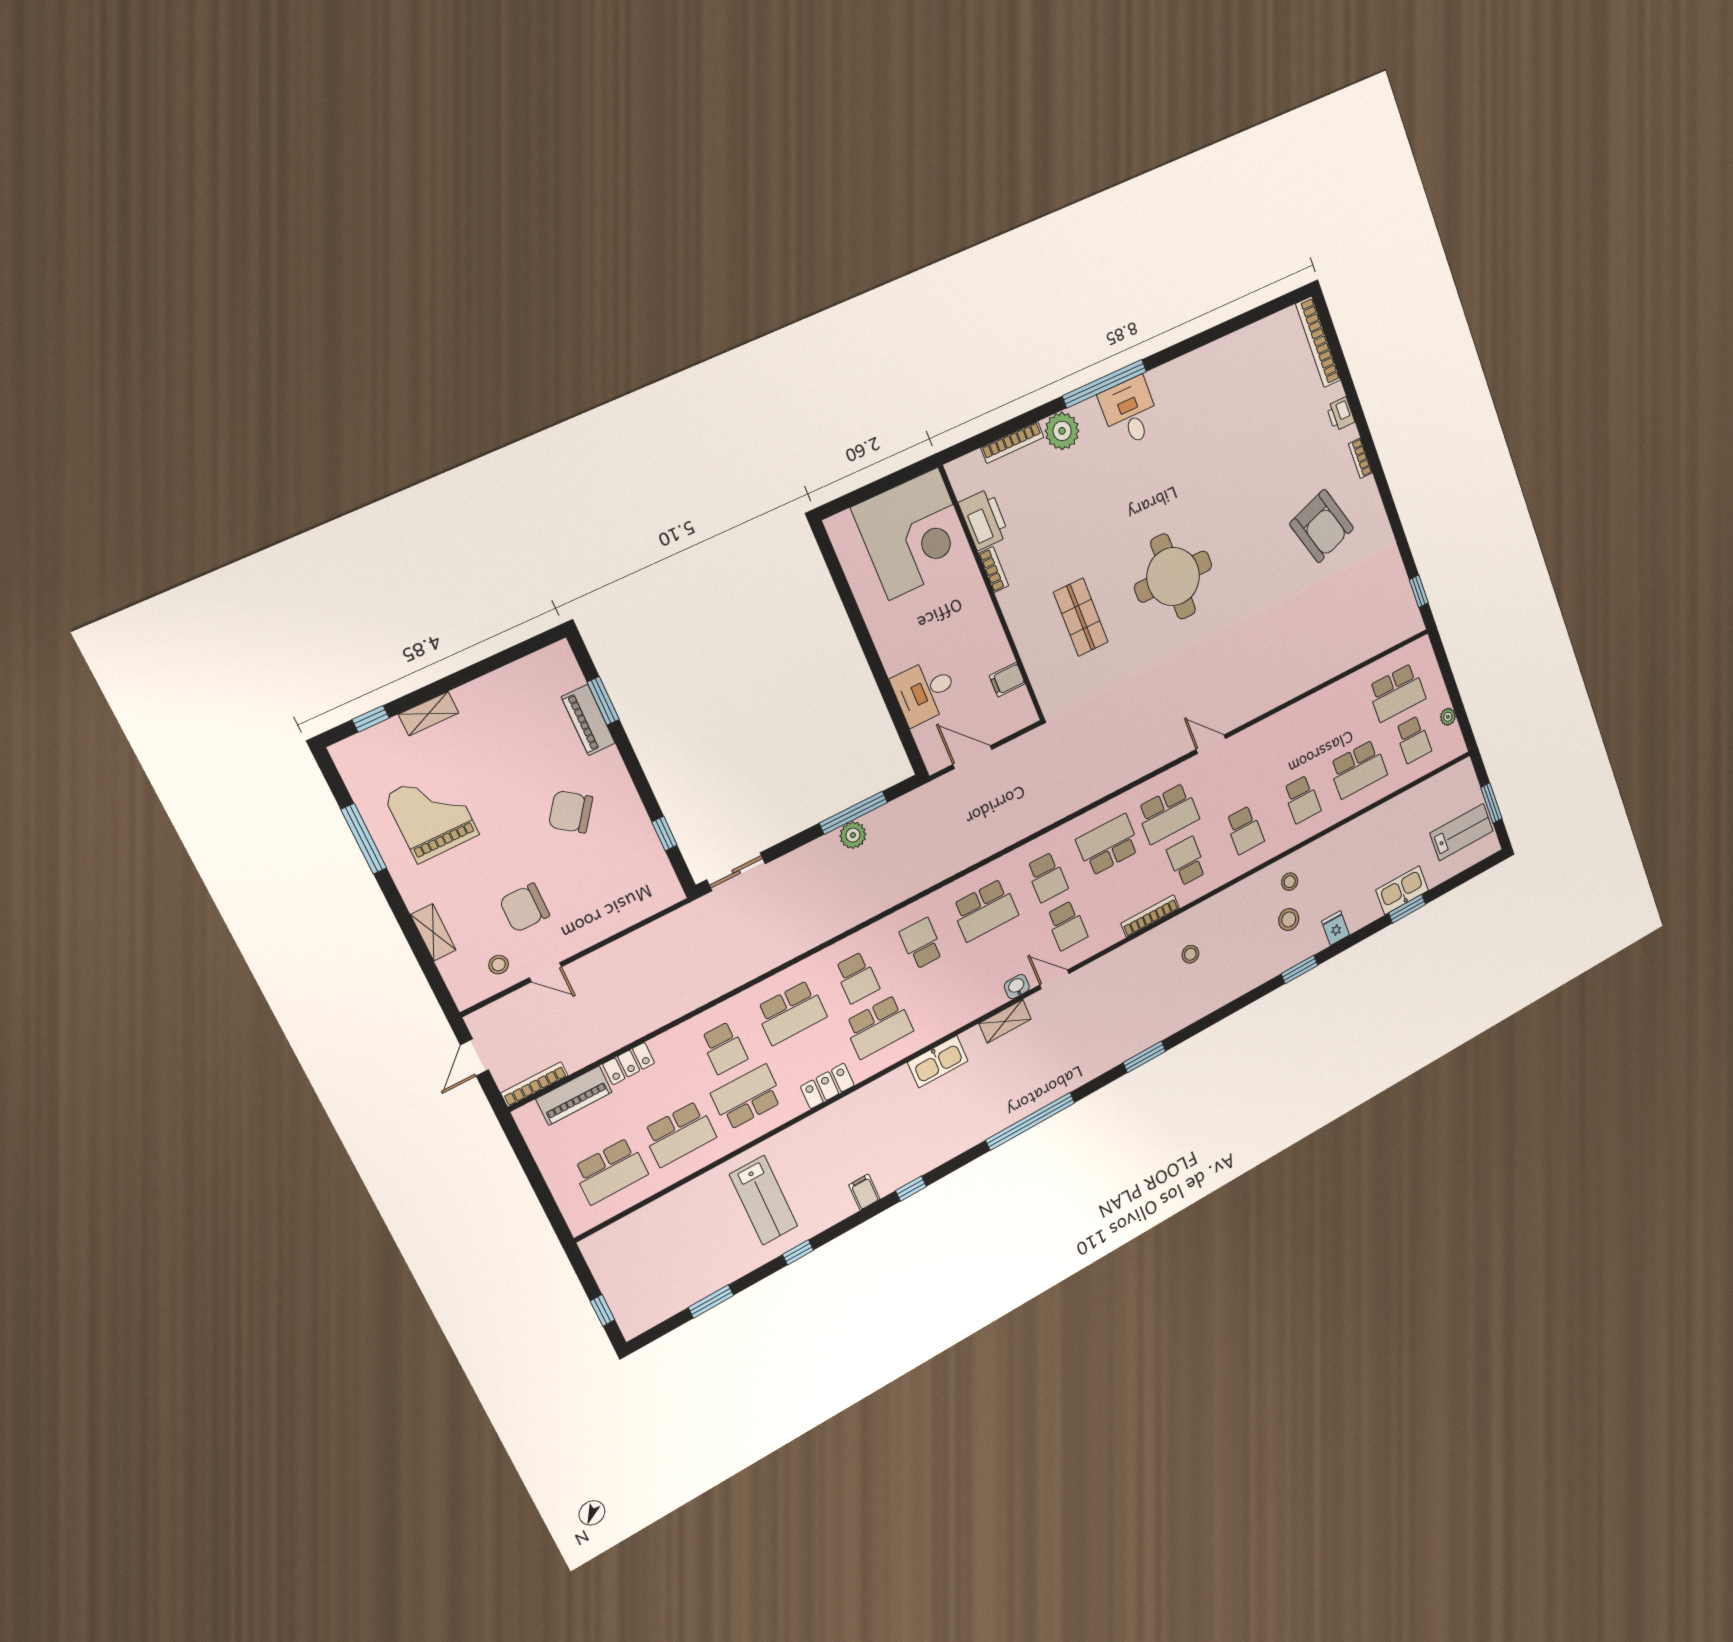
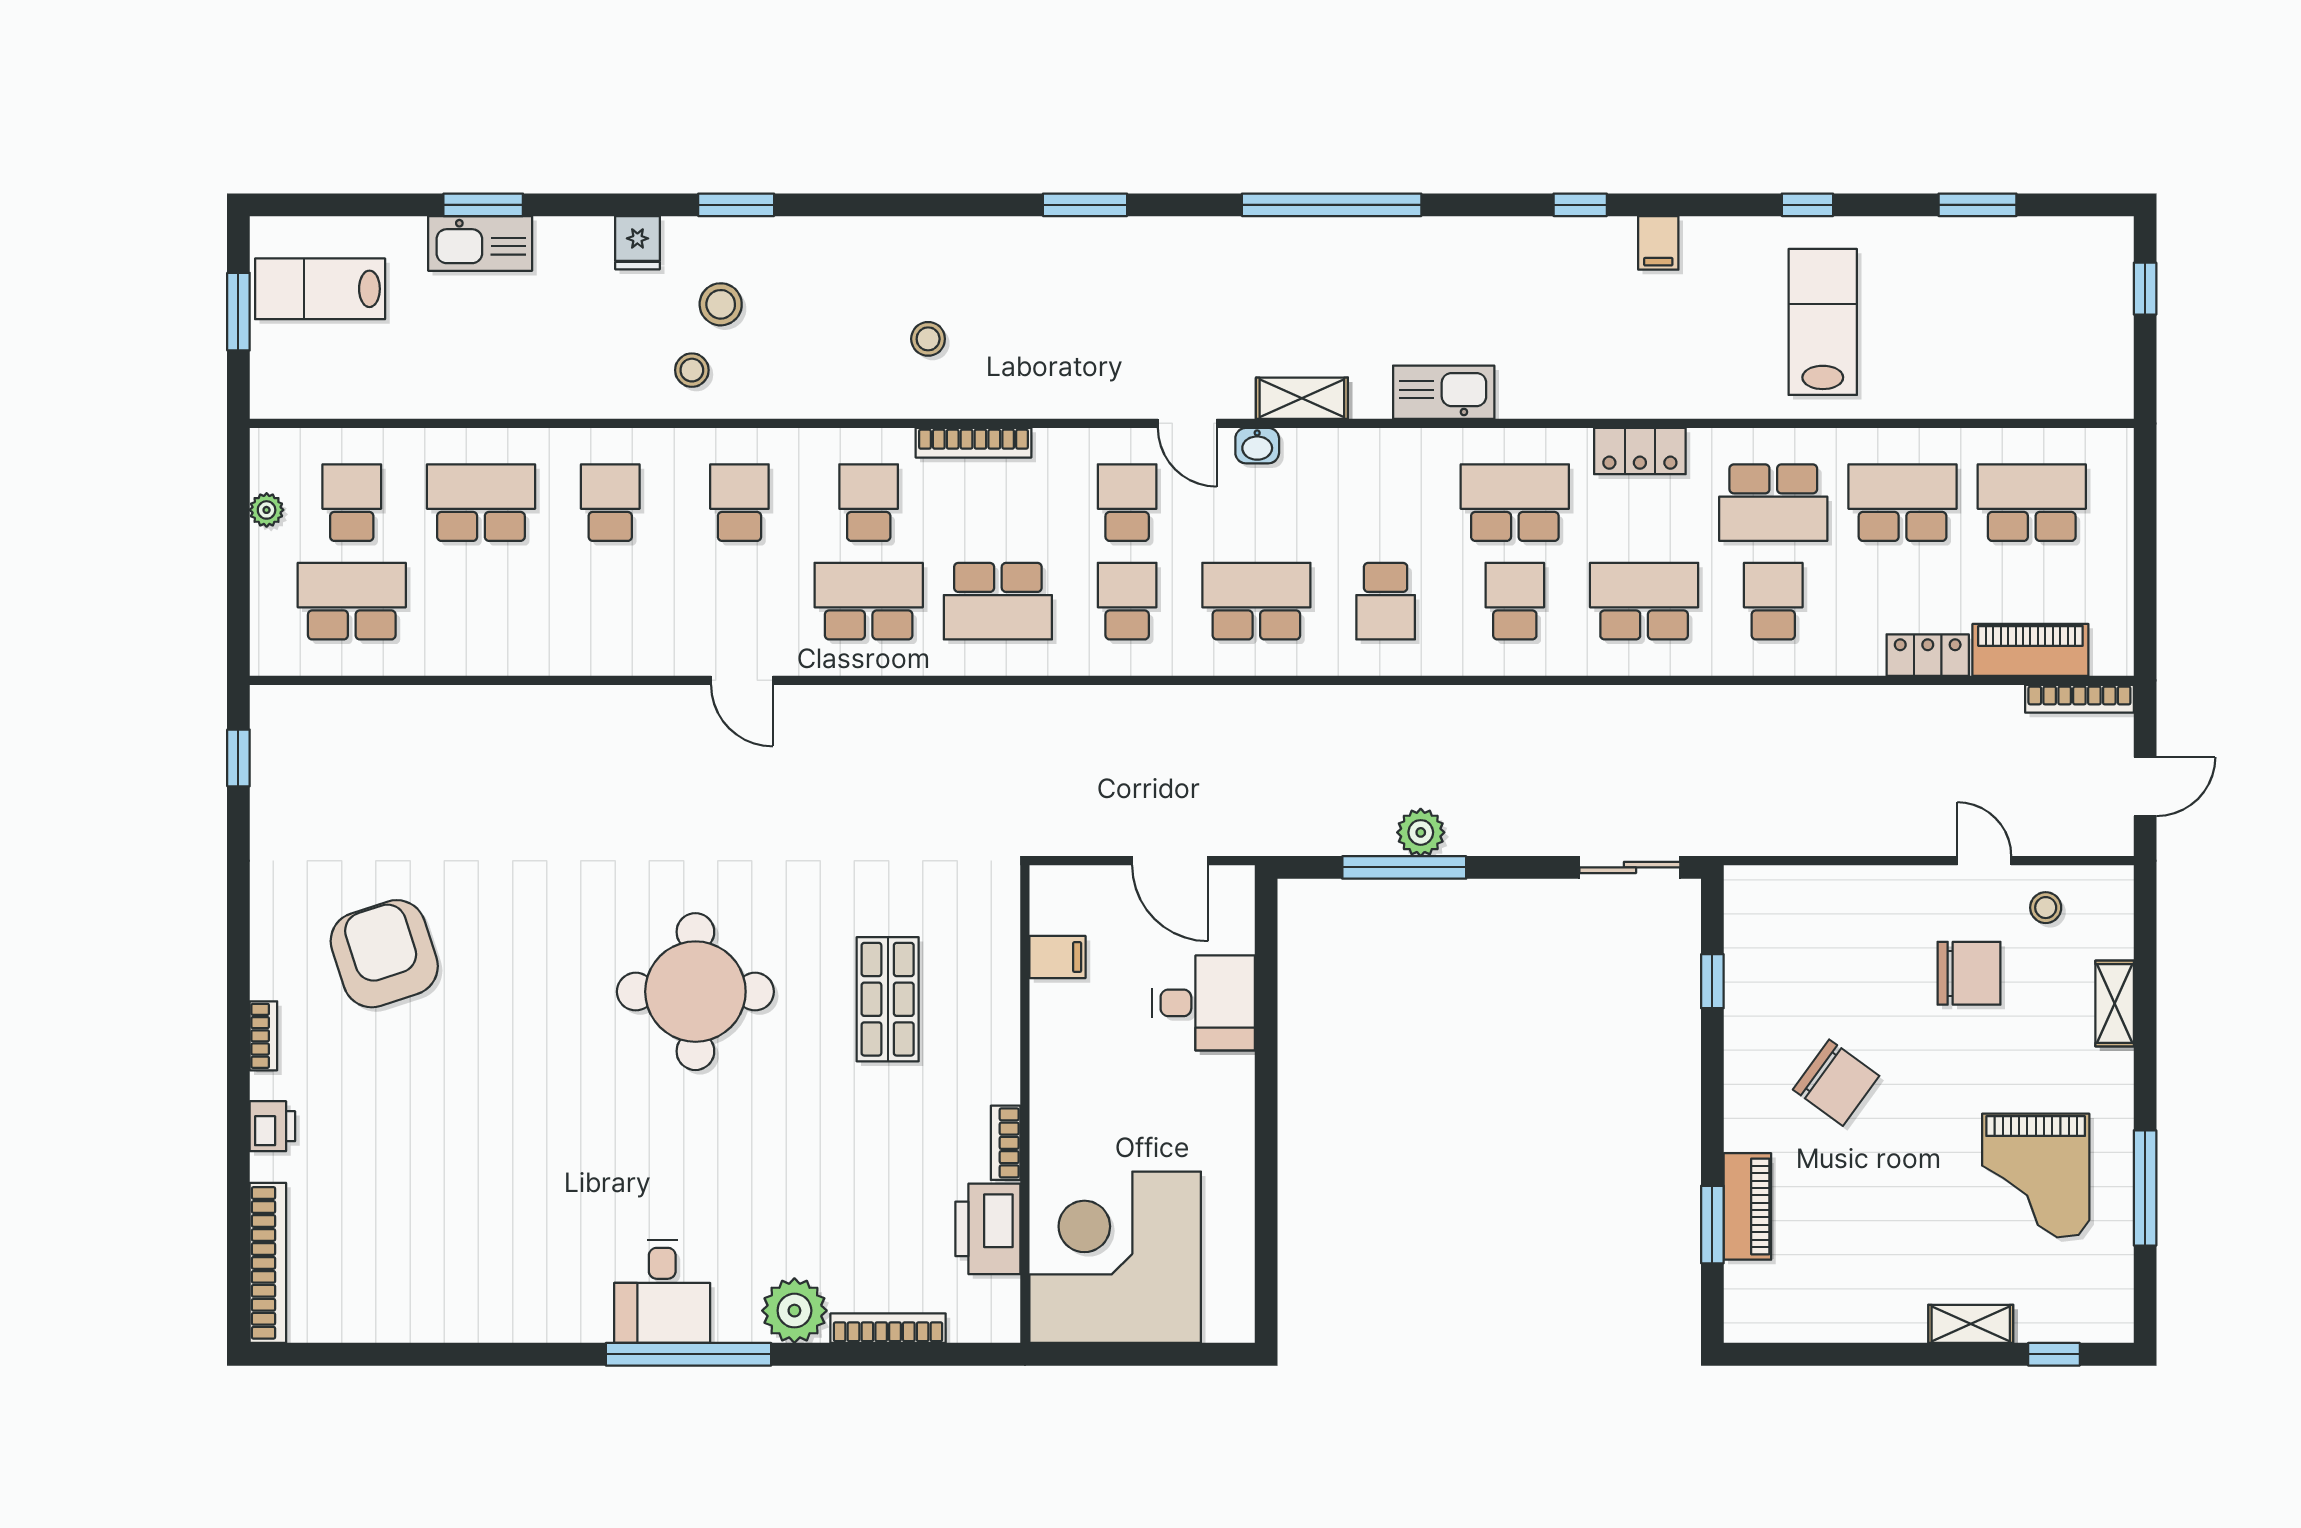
school desk: (1187, 861) -> (869, 503), turned 180

